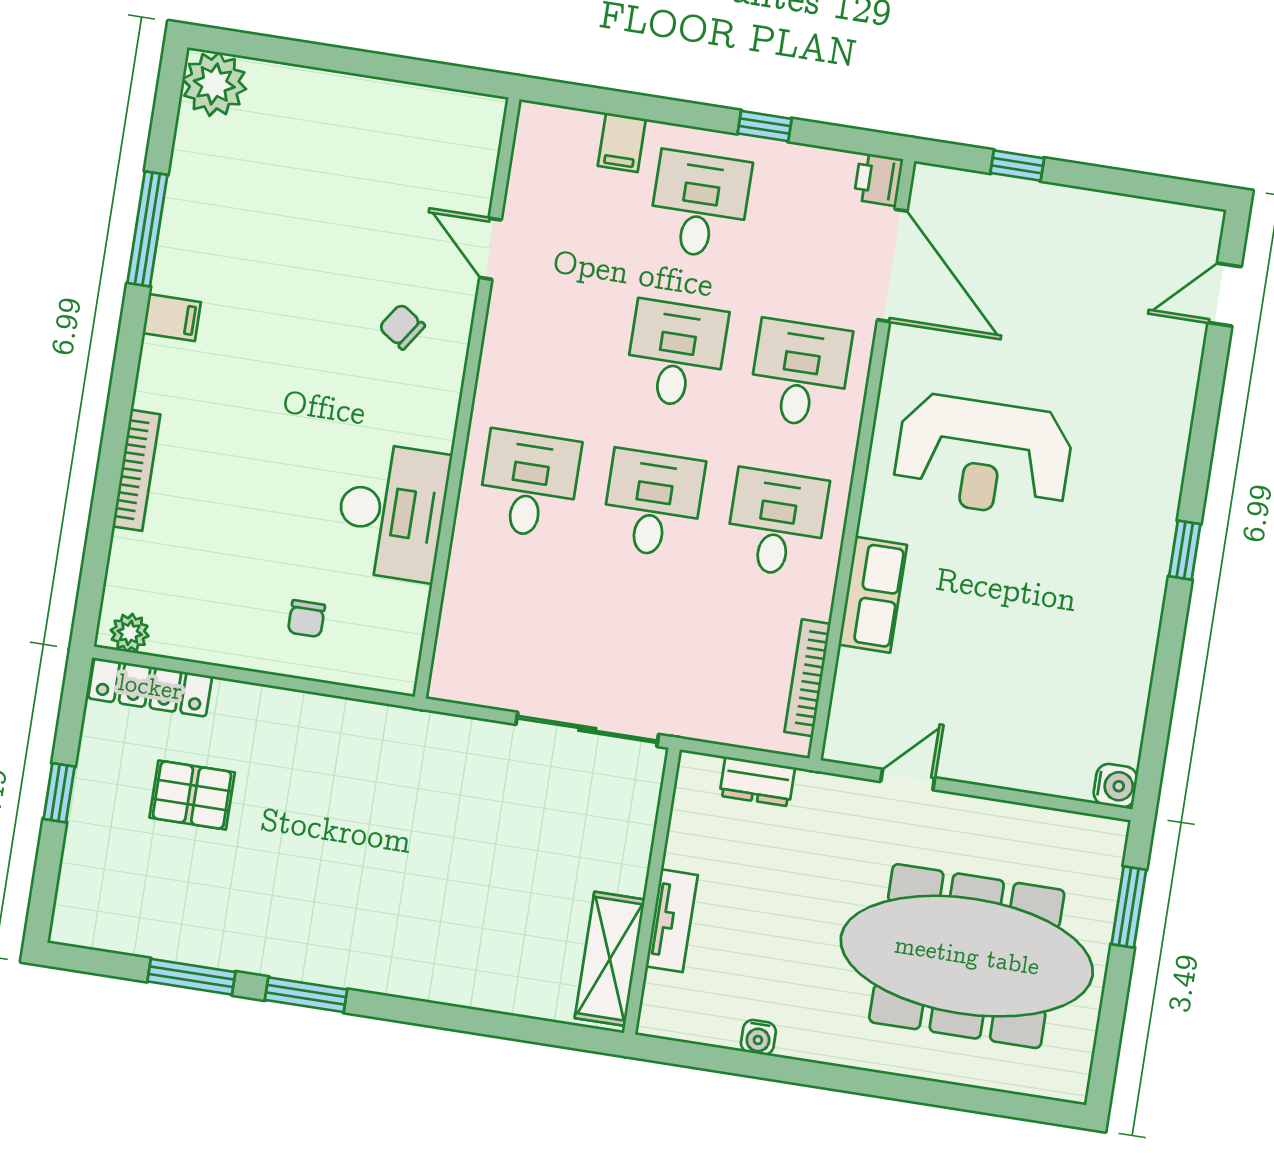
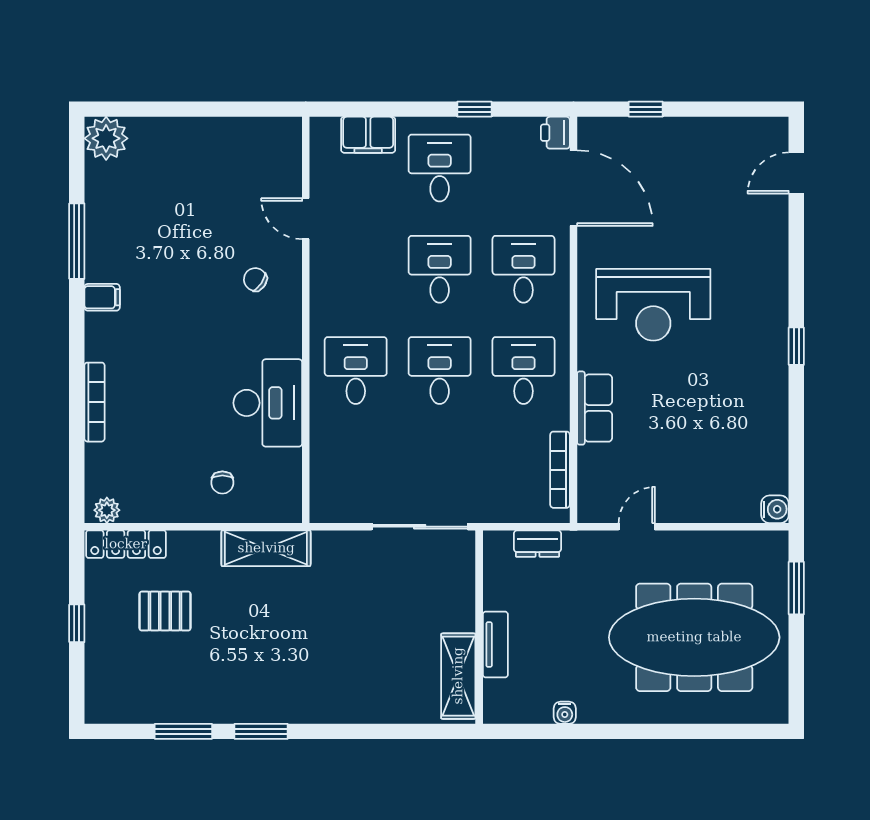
filing cabinet: (622, 142) -> (368, 135), width x2.00
shelving: (355, 726) -> (266, 548), added

